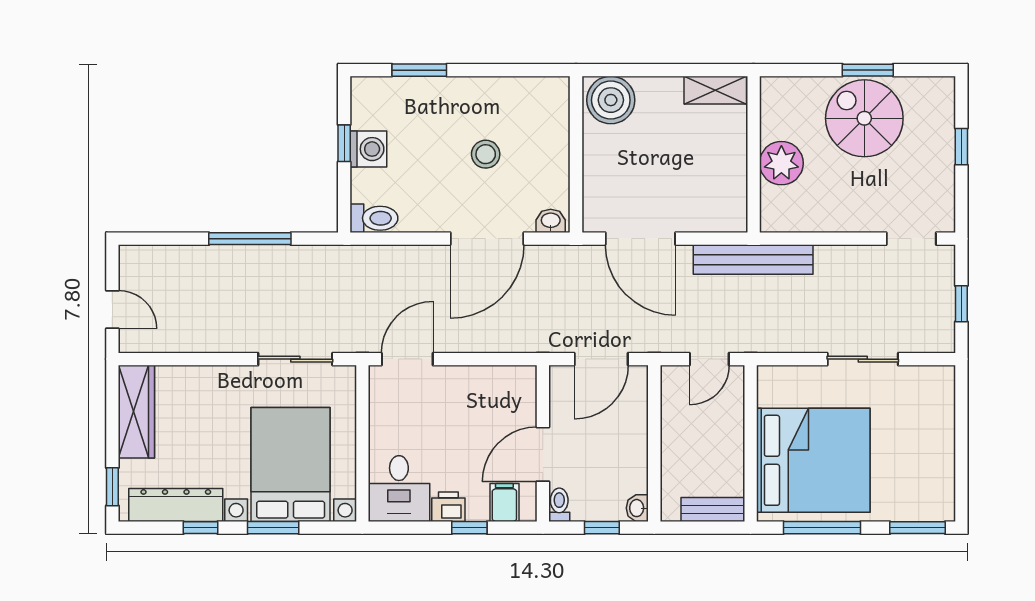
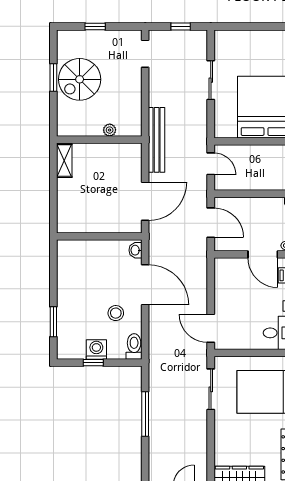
boiler: (611, 100) -> (70, 217), removed
stool: (486, 154) -> (116, 313), moved
plant: (781, 163) -> (110, 130), width x0.53, depth x0.53

